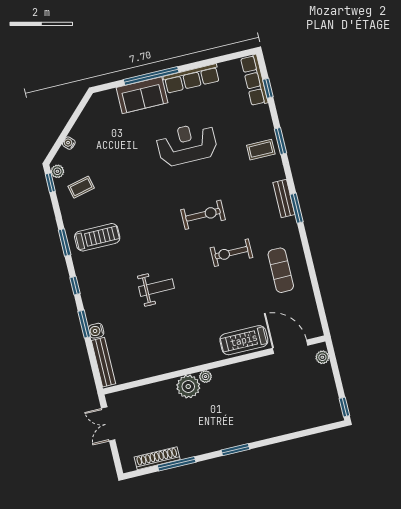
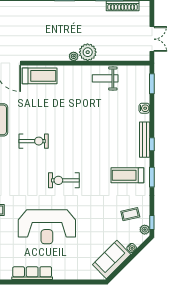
window: (151, 76) -> (61, 282), removed
sofa: (142, 95) -> (112, 259), moved, turned -45
reception desk: (187, 144) -> (47, 227), width x1.36, depth x1.30
exercise bike: (203, 215) -> (64, 180), moved
weight bench: (157, 288) -> (105, 78), moved
window: (84, 324) -> (152, 84), moved
bench: (103, 362) -> (145, 140), moved

